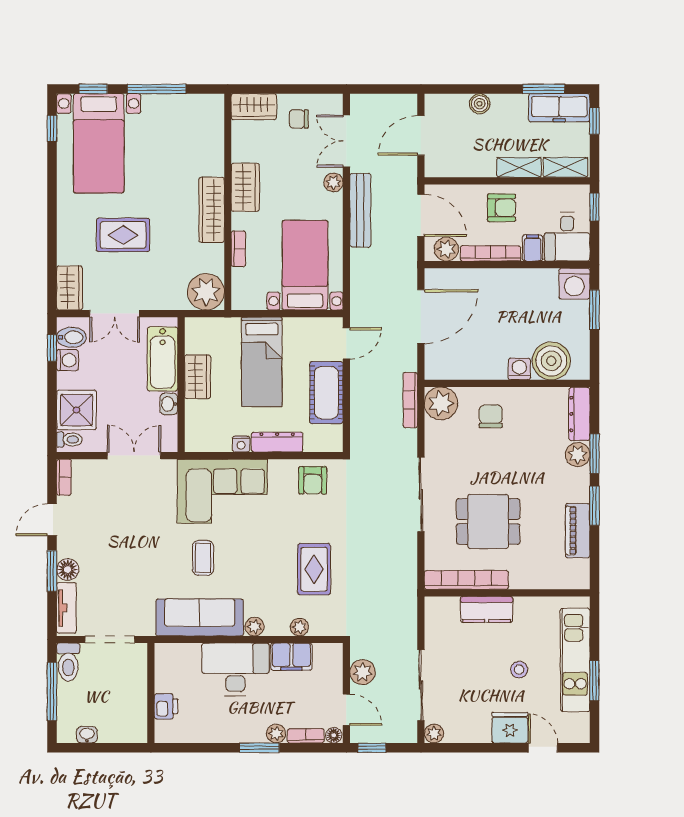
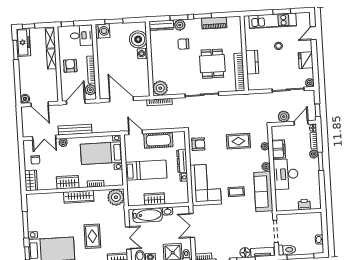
boiler: (480, 104) -> (25, 99), moved
filing cabinet: (533, 248) -> (88, 51), removed
chair: (491, 416) -> (183, 44), moved
fridge: (510, 728) -> (306, 60), moved

